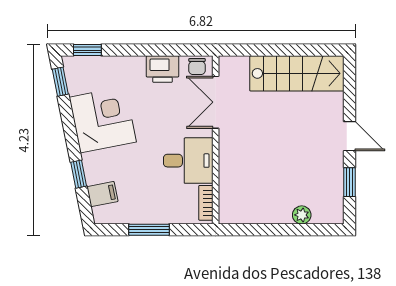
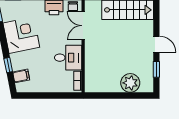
plant: (302, 215) -> (130, 83), width x1.87, depth x1.87
window: (149, 230) -> (47, 95), removed

